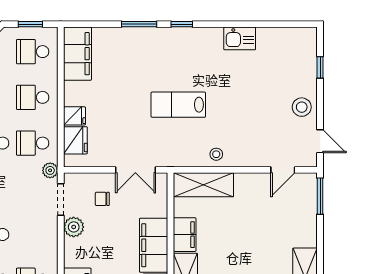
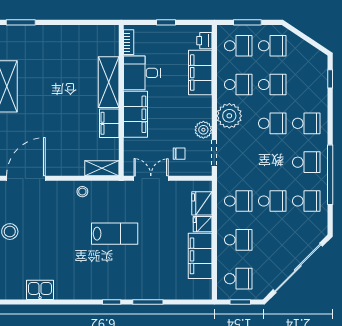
kitchen sink: (240, 38) -> (40, 290), moved
filing cabinet: (77, 54) -> (200, 256), moved
plant: (50, 170) -> (229, 116), moved, width x1.88, depth x1.88
door: (283, 170) -> (26, 178), width x1.88
shelving: (203, 185) -> (102, 168), width x0.67, depth x0.75

